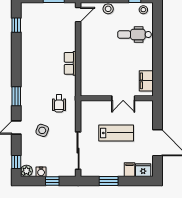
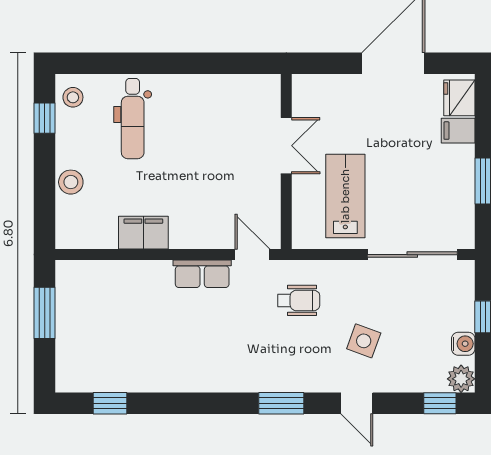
door: (78, 15) -> (252, 255), moved
filing cabinet: (146, 81) -> (143, 233), moved, turned 180
lab bench: (116, 133) -> (345, 196), moved

